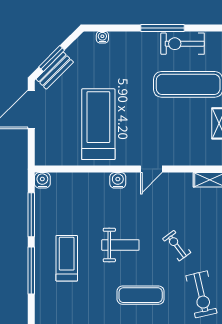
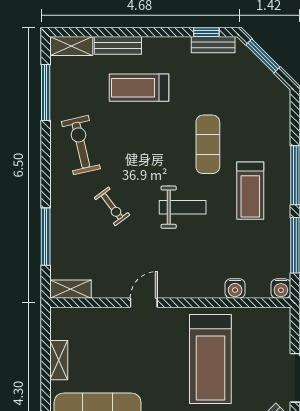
water cooler: (118, 180) -> (235, 288), moved
weight bench: (120, 245) -> (183, 207), turned 180
exercise mat: (141, 295) -> (208, 144), moved, turned 90

